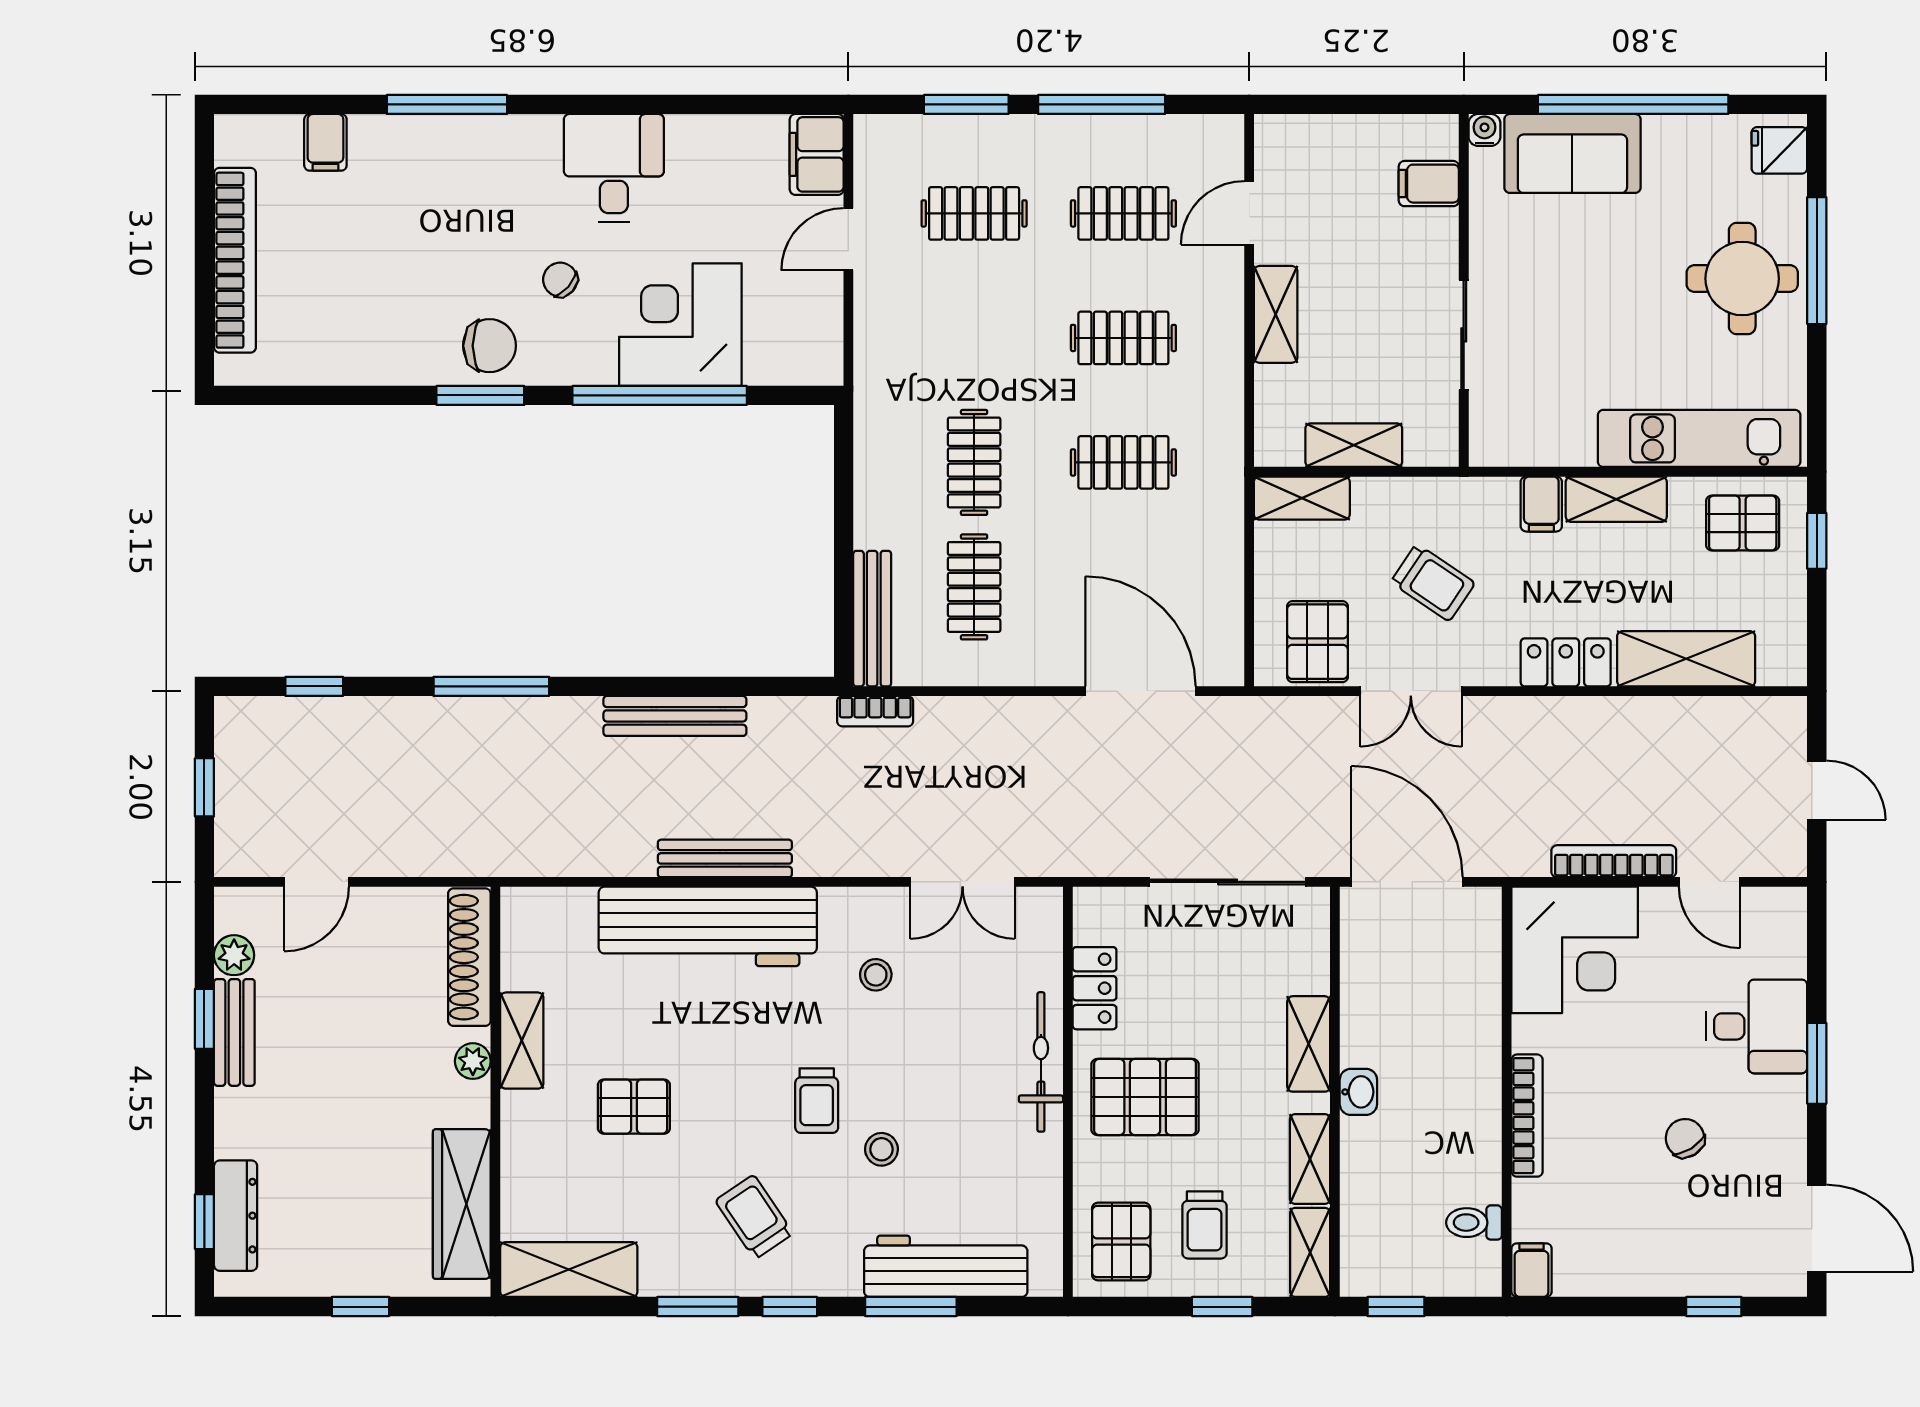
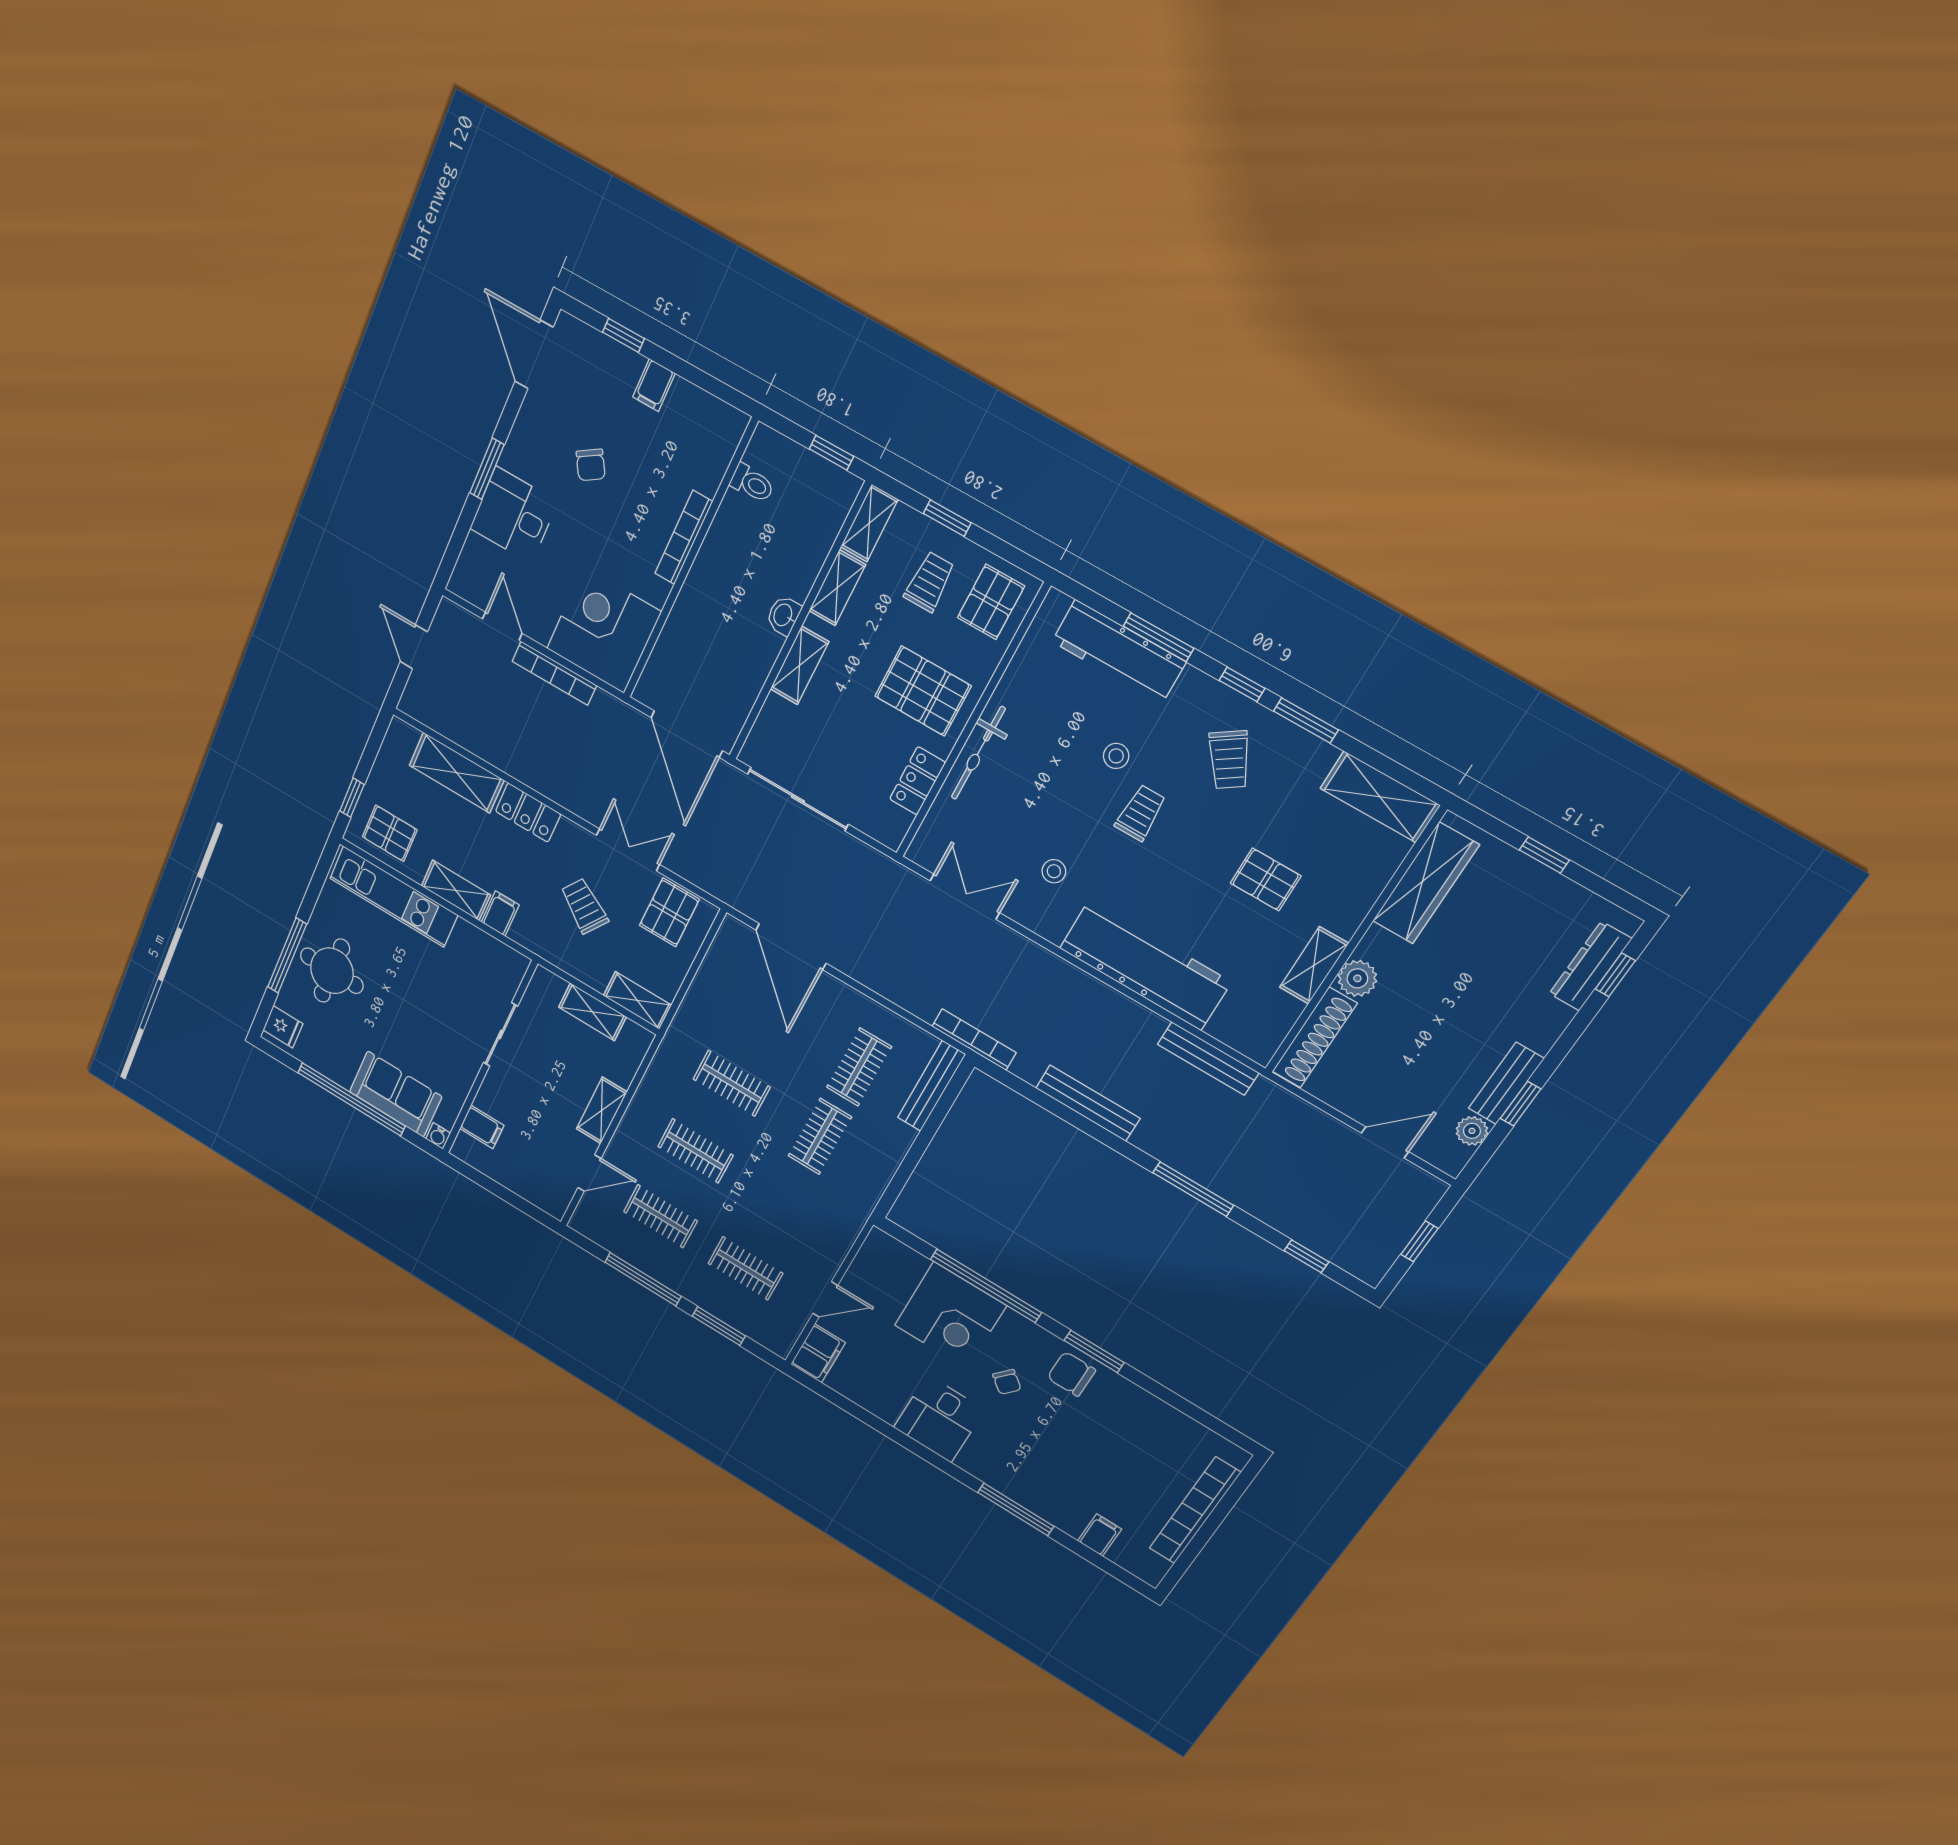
bookcase: (875, 711) -> (974, 1040), width x1.56
bench: (725, 858) -> (1208, 1059), moved
plant: (473, 1061) -> (1357, 978), width x1.38, depth x1.38
filing cabinet: (1532, 1270) -> (654, 385), moved

